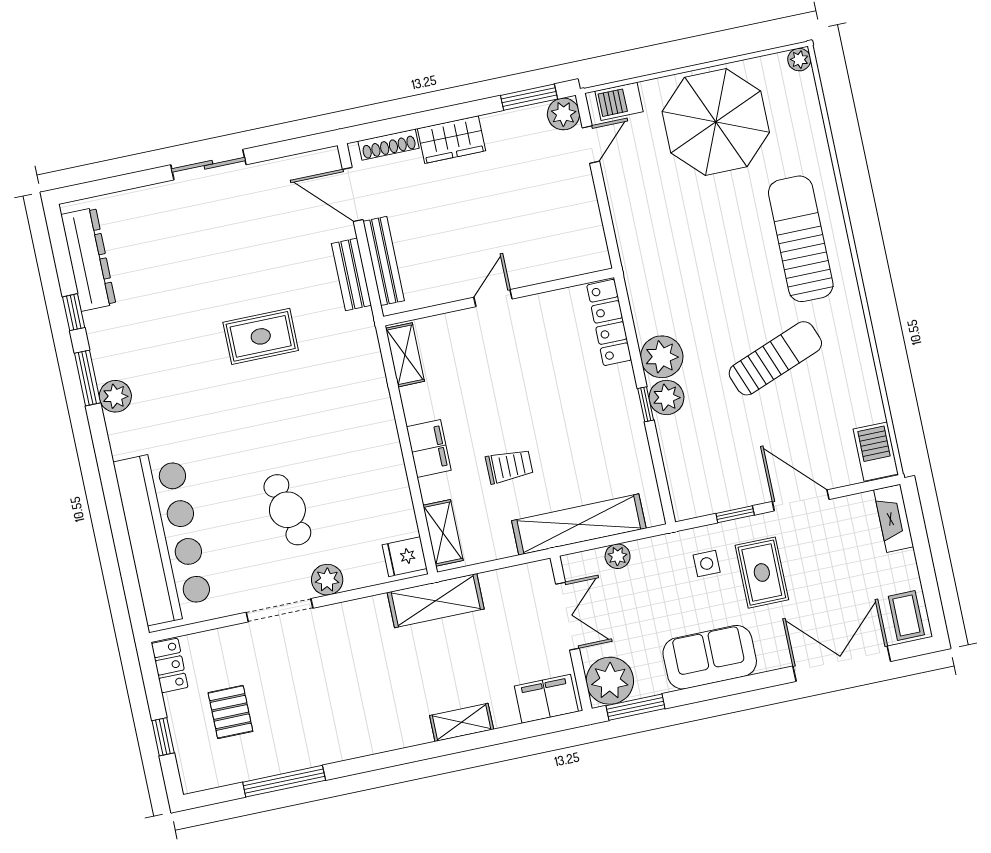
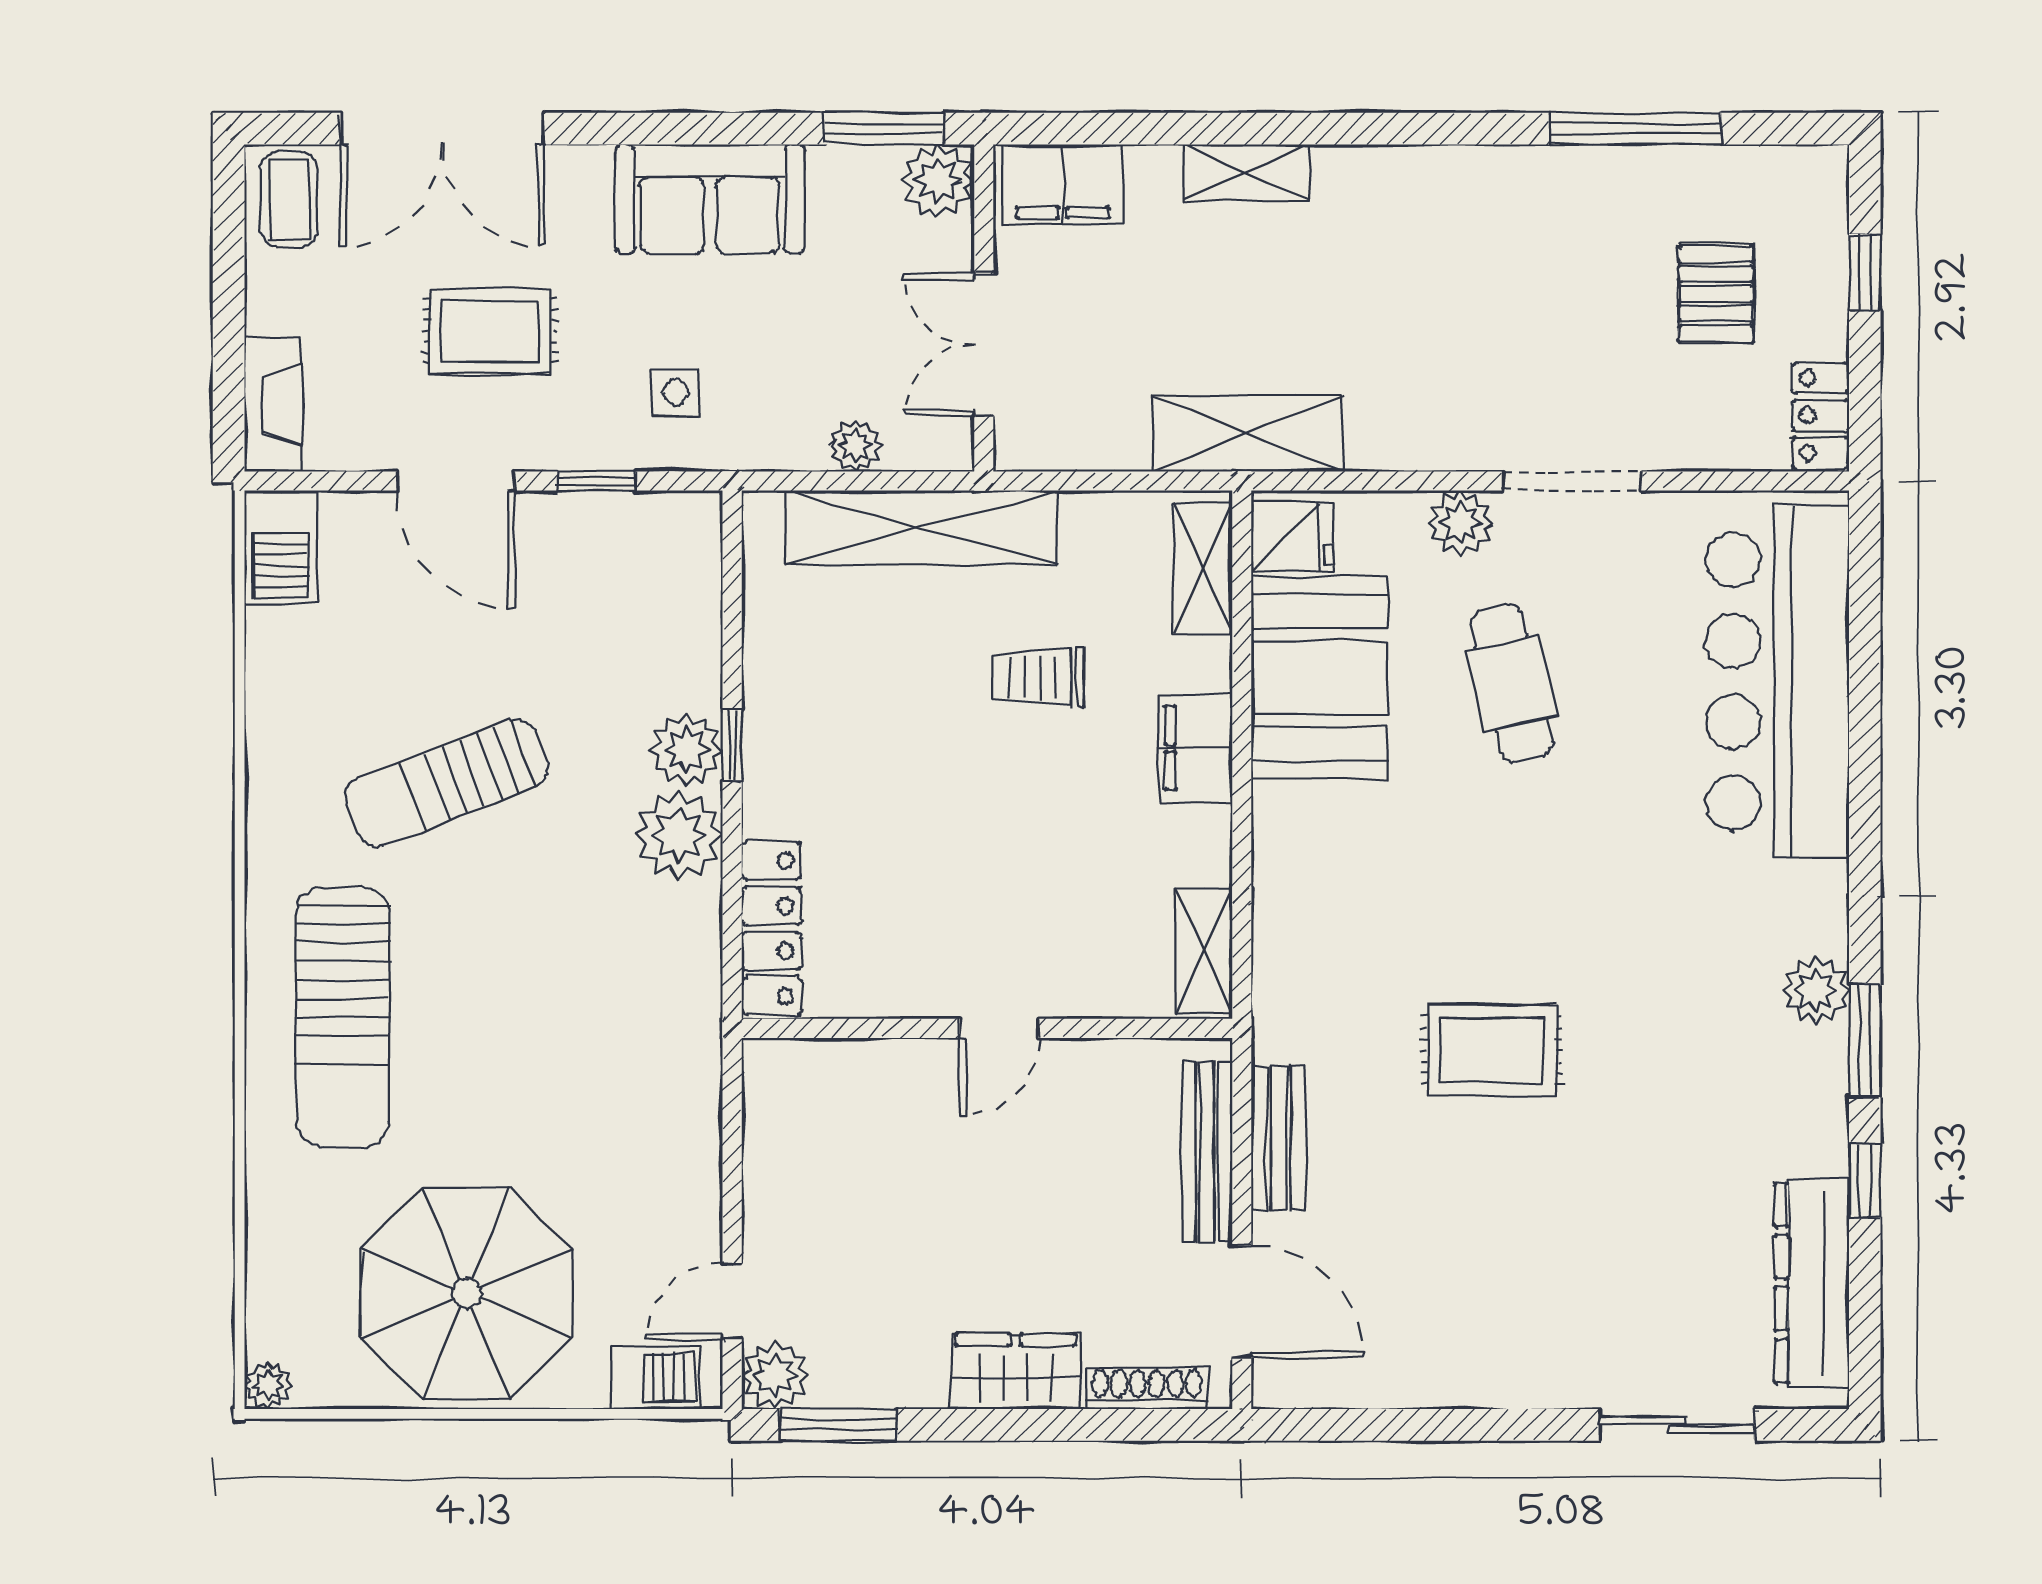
sliding door: (208, 165) -> (1677, 1425), moved
booth: (378, 493) -> (1319, 678), added
rug: (762, 573) -> (490, 331), moved, turned 90
plant: (610, 681) -> (938, 181), width x0.73, depth x0.73

